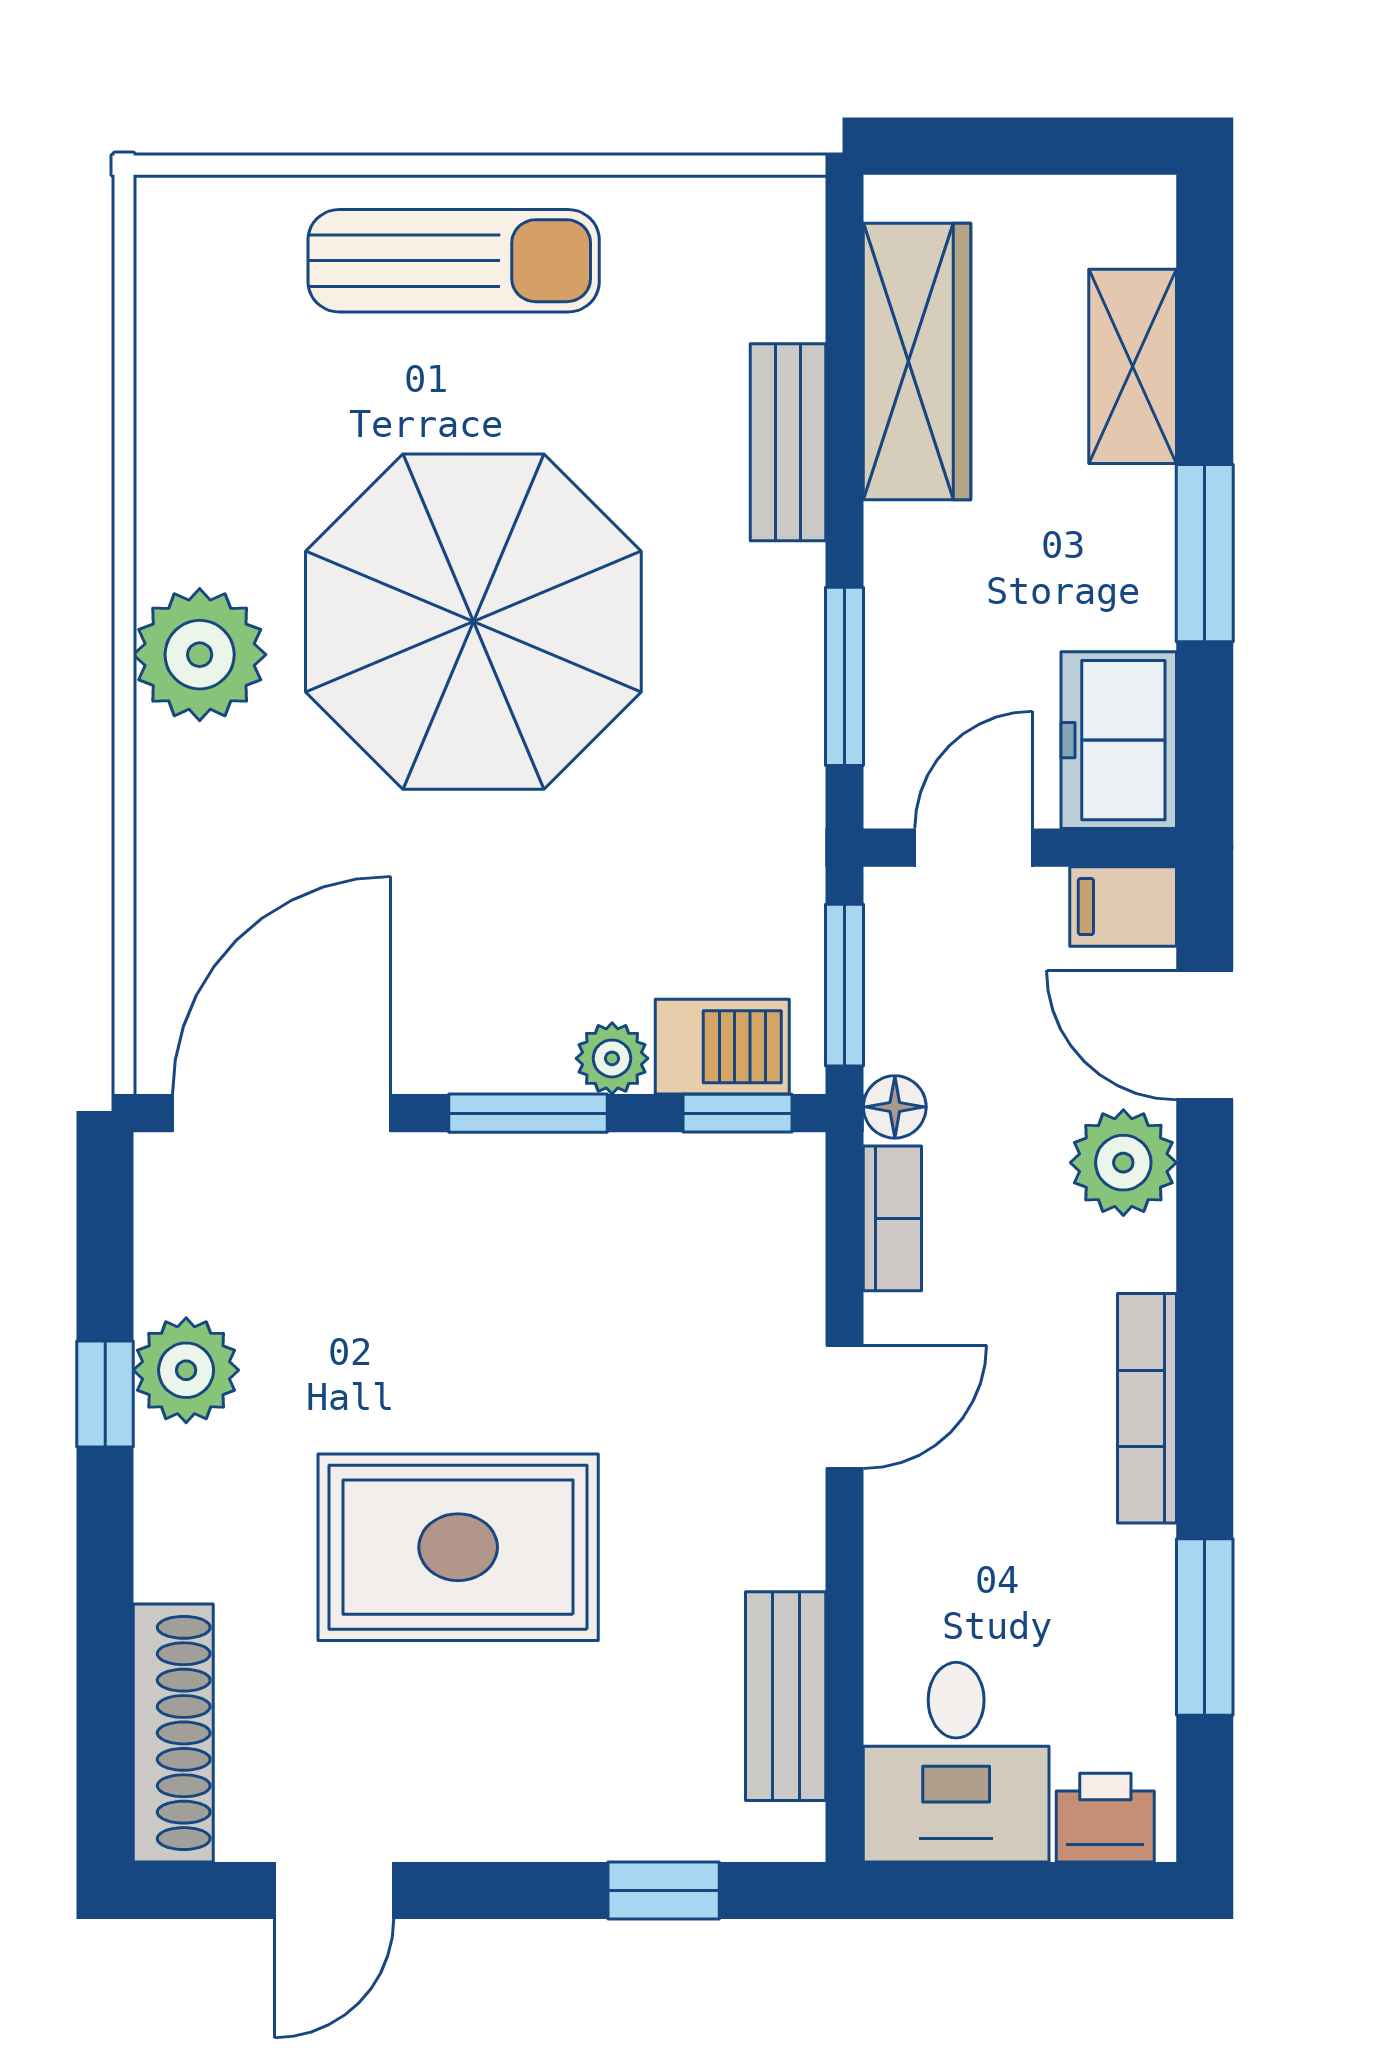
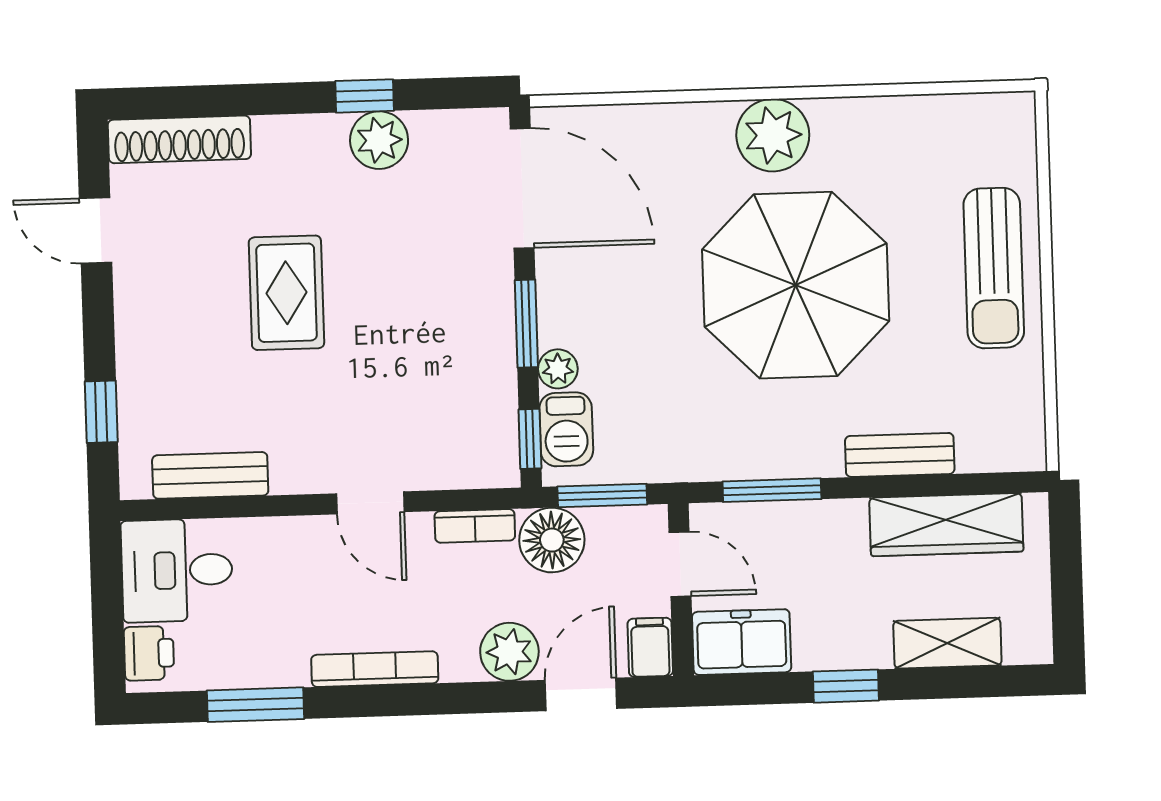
window: (1205, 553) -> (846, 686), width x0.67
floor lamp: (895, 1107) -> (552, 540), width x1.89, depth x1.89
rug: (458, 1547) -> (286, 293), width x0.73, depth x0.70

